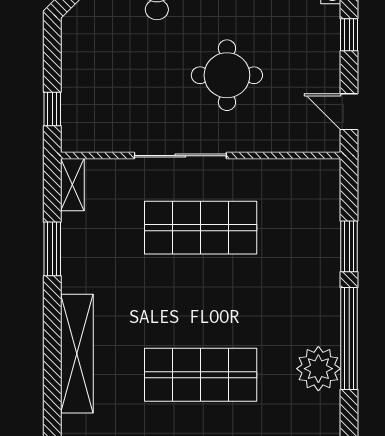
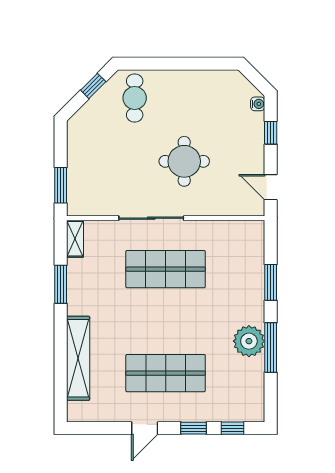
window: (52, 109) -> (61, 185), width x1.50
window: (349, 339) -> (271, 348), width x0.68
plant: (318, 369) -> (249, 341), moved

